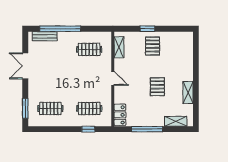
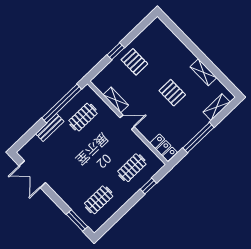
window: (60, 29) -> (62, 103), moved
bench: (45, 36) -> (50, 127), moved
shelving: (119, 47) -> (116, 100), moved
double door: (25, 66) -> (32, 174), moved

